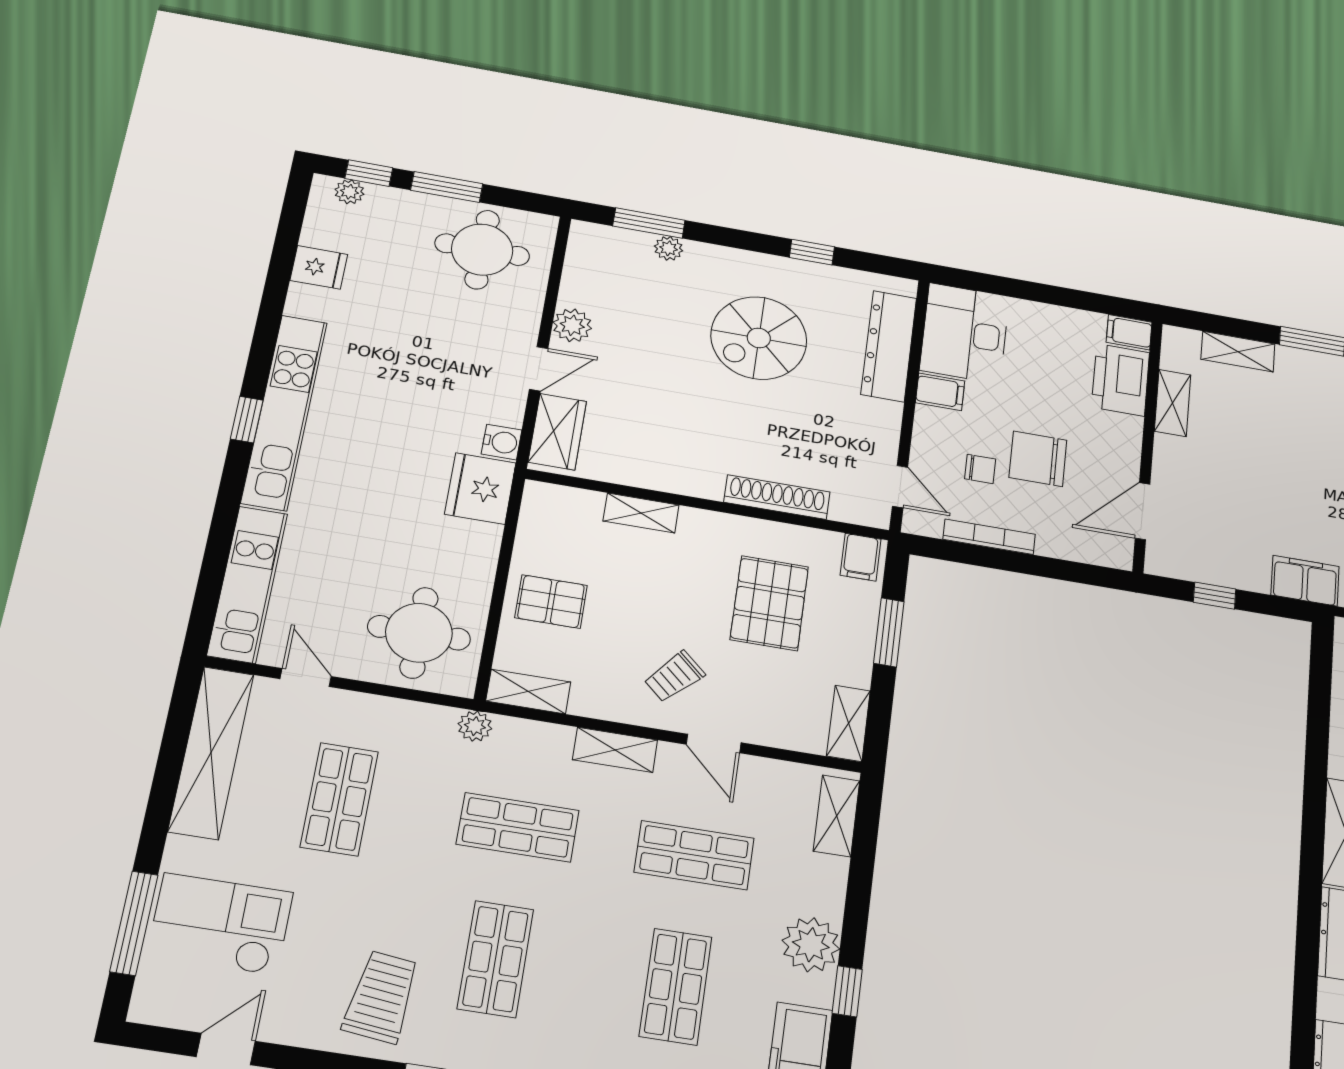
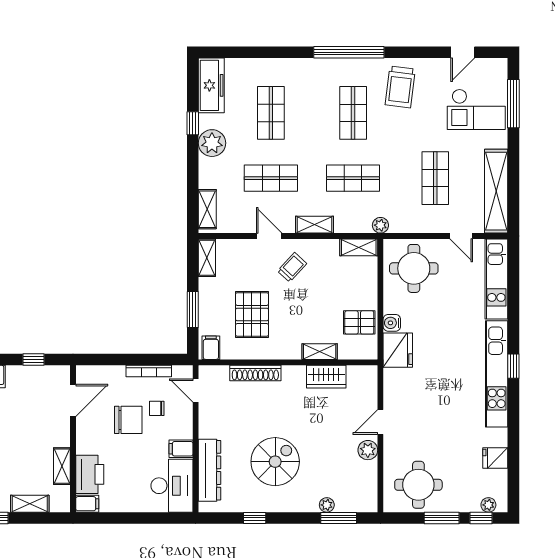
wardrobe: (557, 432) -> (326, 377), moved, turned -90
water cooler: (502, 442) -> (392, 323), moved
pallet: (551, 602) -> (359, 322), moved

